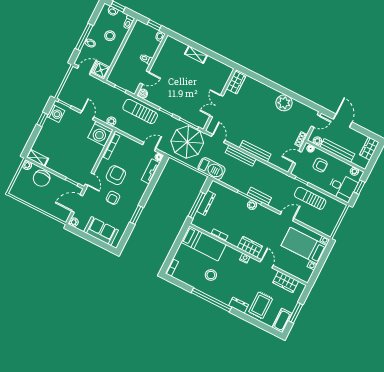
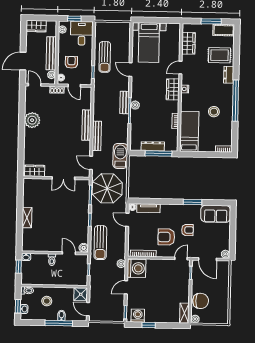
door: (218, 138) -> (91, 163), hinge flipped
sofa: (101, 231) -> (216, 214), moved, turned -90

